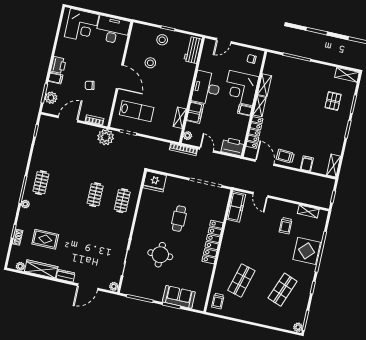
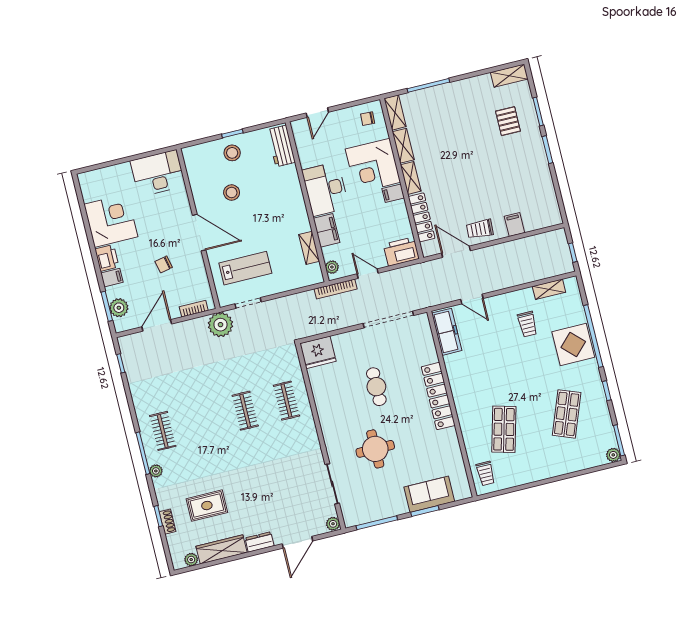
corner desk: (82, 26) -> (111, 221), moved, turned -90
shelving: (334, 166) -> (395, 112), moved

